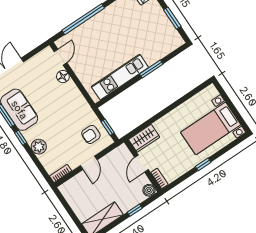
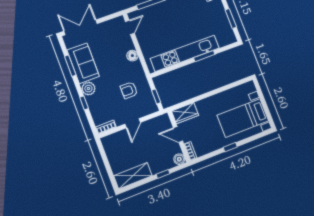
floor lamp: (63, 77) -> (132, 56), moved
kitchen unit: (120, 77) -> (185, 53), width x1.36
armchair: (91, 134) -> (129, 90), moved
window: (21, 138) -> (84, 103), moved
plant: (39, 147) -> (88, 89), moved
door: (141, 164) -> (178, 134), hinge flipped

